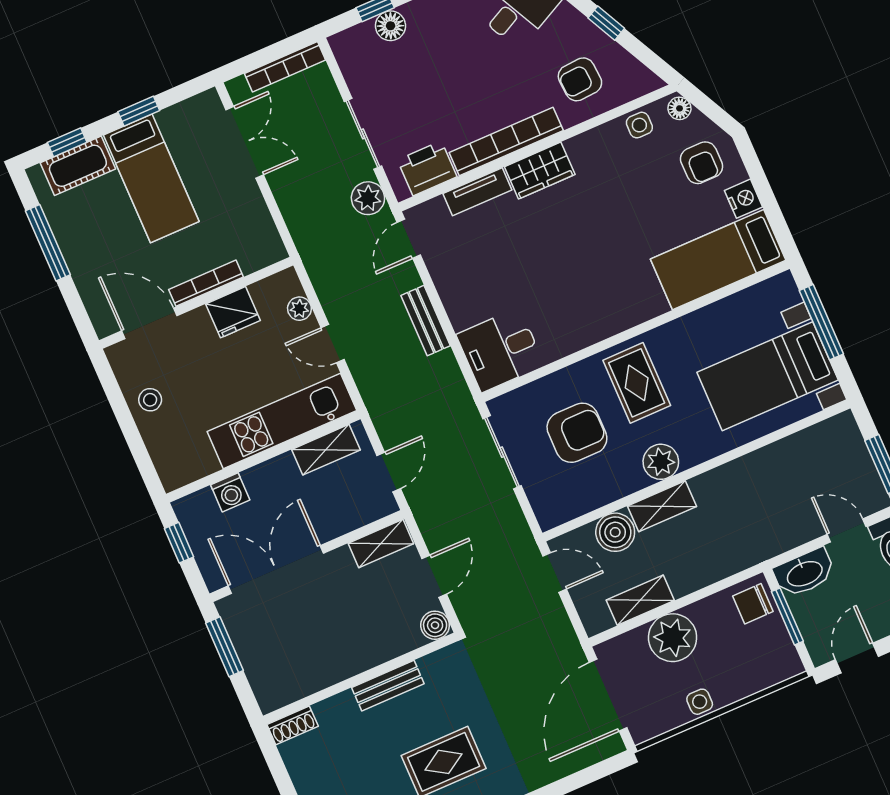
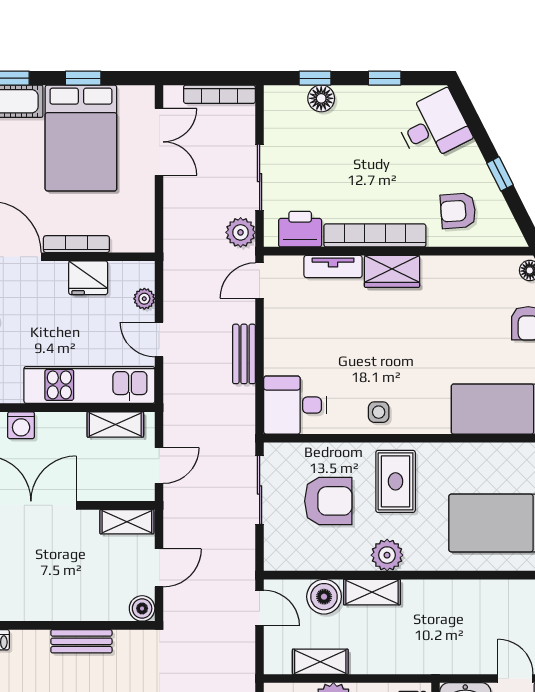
side table: (639, 125) -> (379, 412), moved
bed: (151, 178) -> (81, 138), width x1.50

